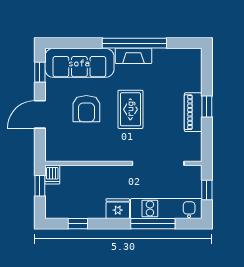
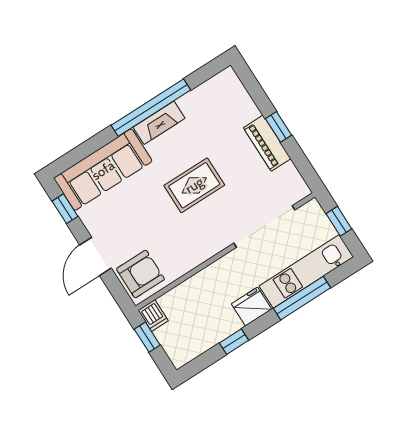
armchair: (86, 109) -> (140, 274), moved, turned -90
rug: (130, 109) -> (194, 185), turned 90
window: (78, 224) -> (234, 342), moved

